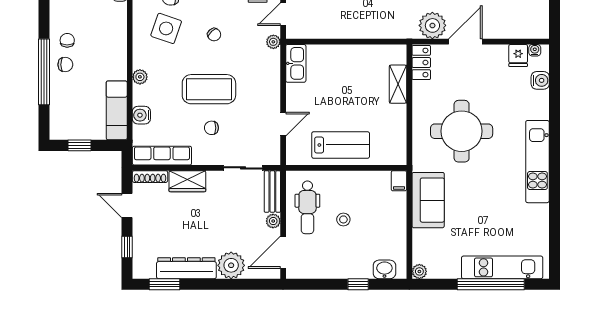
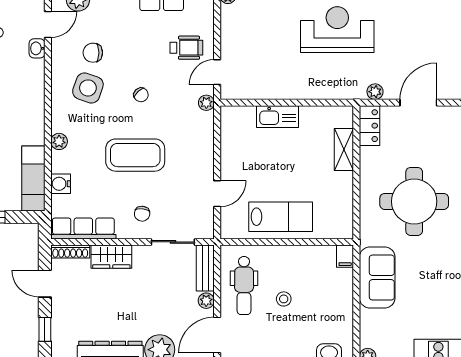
plant: (432, 25) -> (375, 92), width x0.53, depth x0.53
kitchen sink: (296, 63) -> (277, 117), moved, turned 90
chair: (211, 128) -> (142, 214), moved, turned -83

